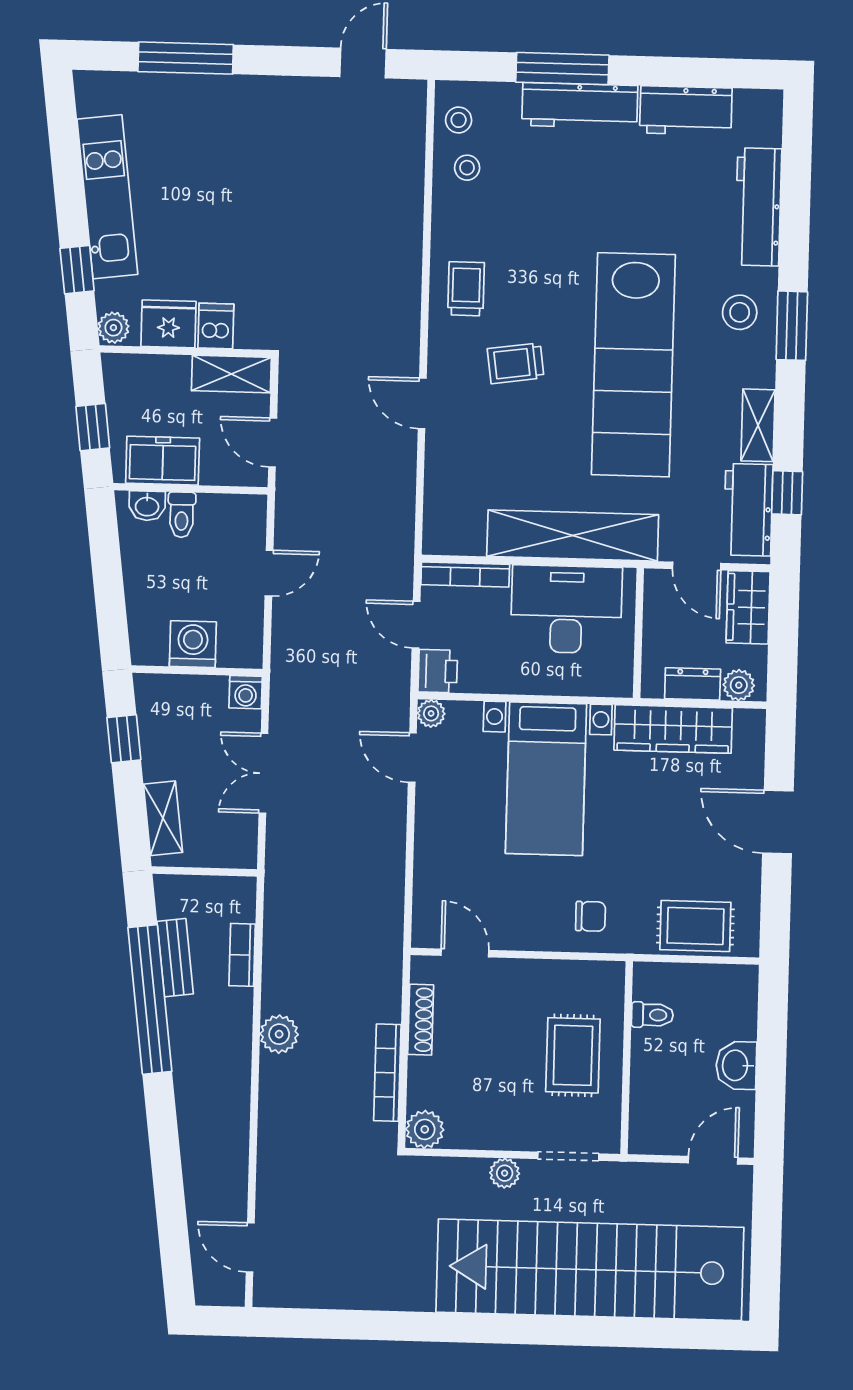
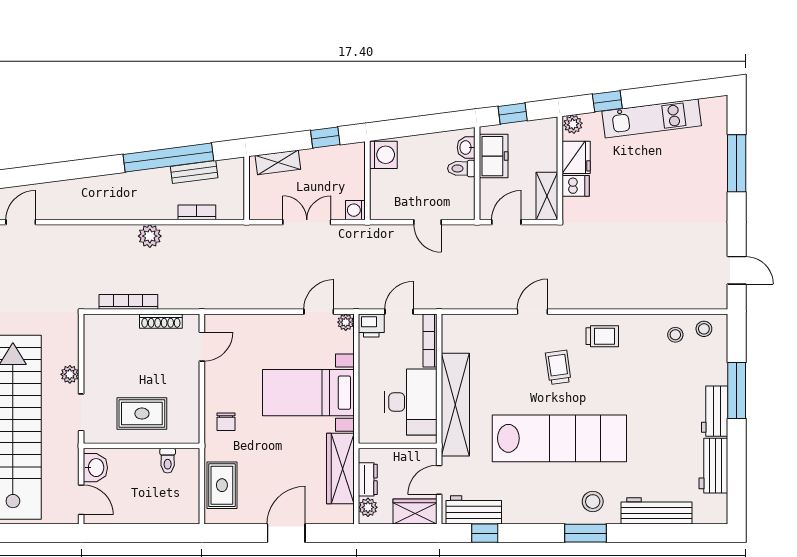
workbench: (580, 106) -> (715, 411), width x0.73
lab bench: (633, 365) -> (559, 438), turned 180
shelving: (758, 425) -> (525, 514), removed
washing machine: (193, 644) -> (383, 155), moved
washbasin: (736, 1065) -> (95, 468), moved, turned 90
plant: (425, 1129) -> (95, 325), removed

